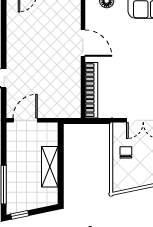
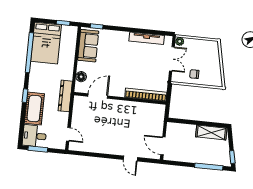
door: (83, 43) -> (98, 96), moved
shelving: (50, 167) -> (211, 132), moved

